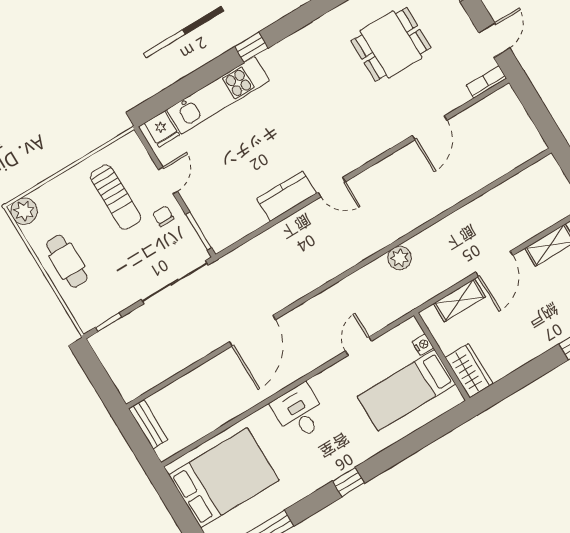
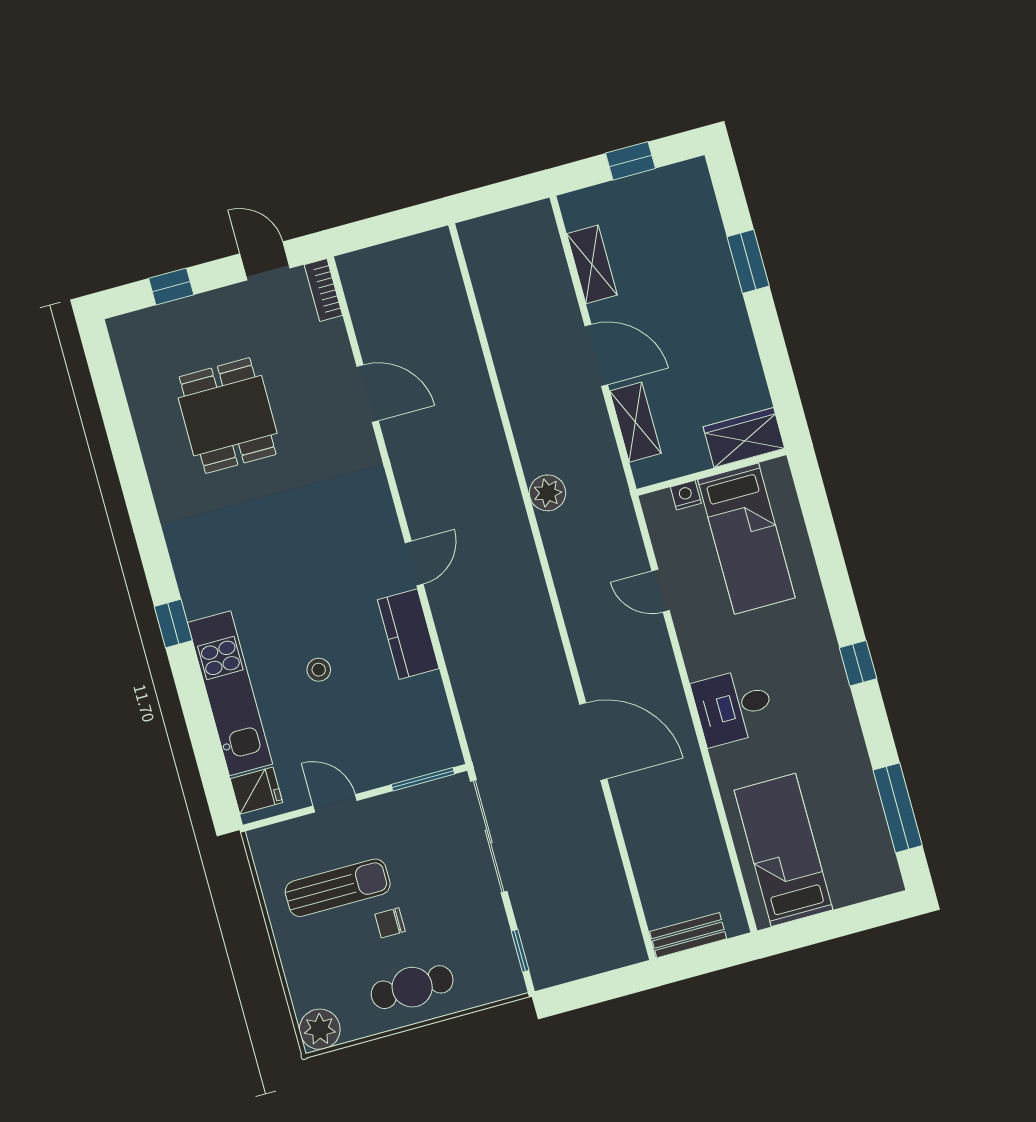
stool: (248, 146) -> (319, 670), added
chair: (163, 216) -> (390, 923), moved
bed: (224, 478) -> (783, 850), width x0.67

